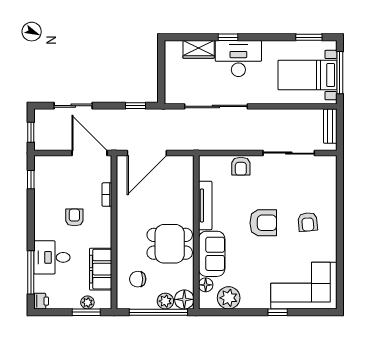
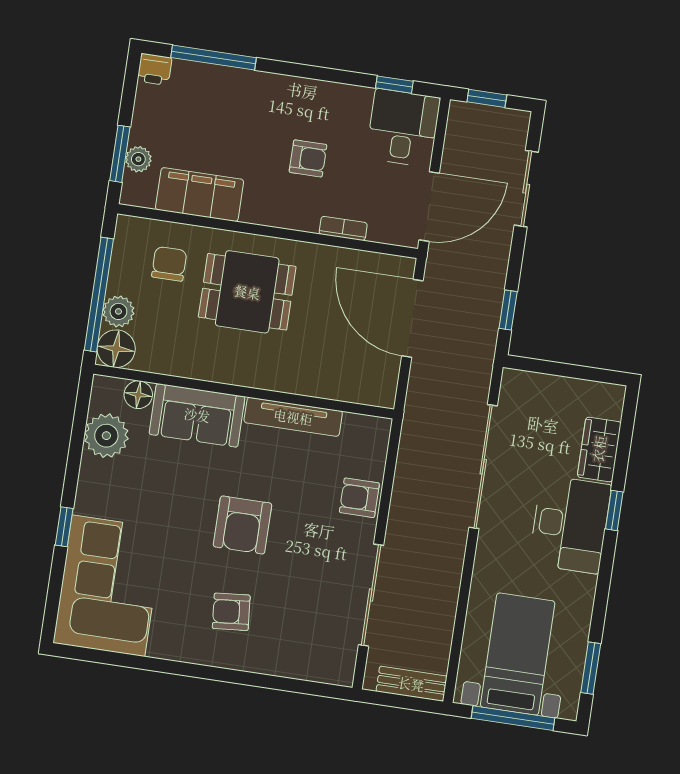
dining table: (170, 244) -> (247, 292), moved, turned 90
desk: (52, 257) -> (403, 128), moved

